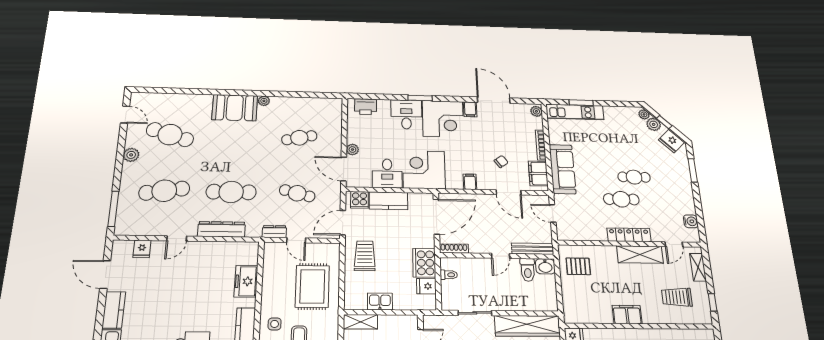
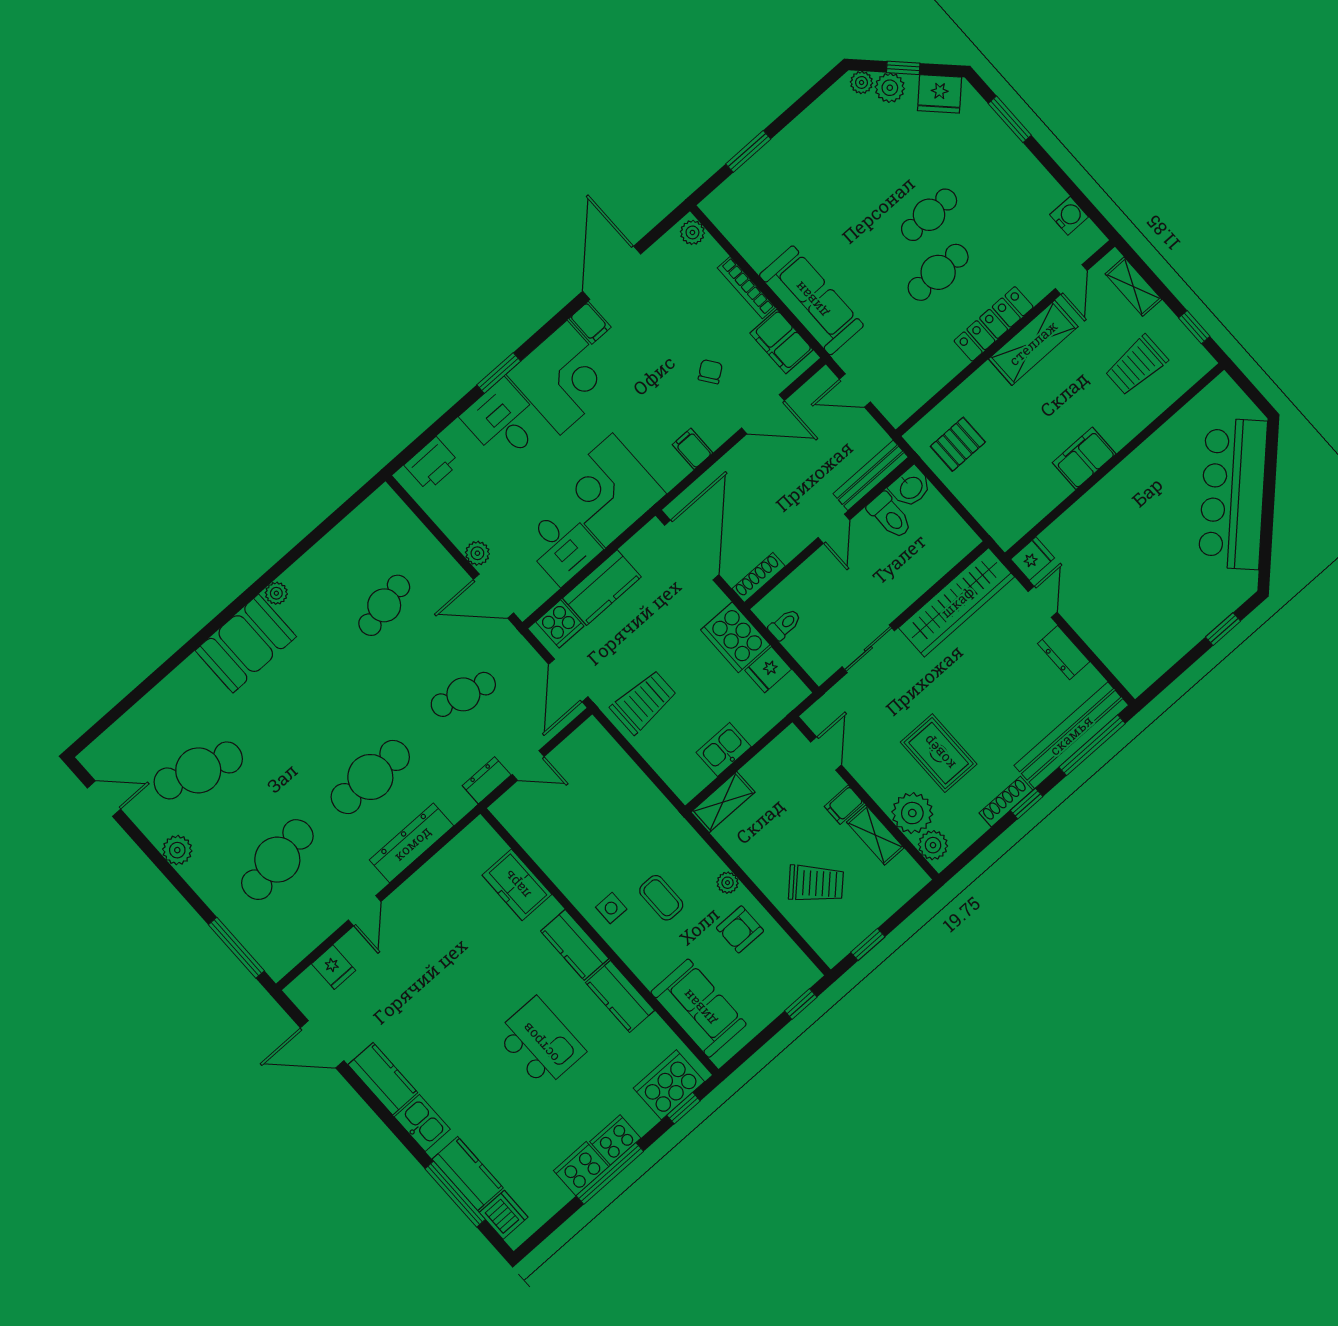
door: (494, 100) -> (612, 273), hinge flipped
kitchen unit: (575, 112) -> (752, 178), removed
trolley: (365, 256) -> (644, 702), turned 90
rug: (312, 286) -> (613, 811), removed

